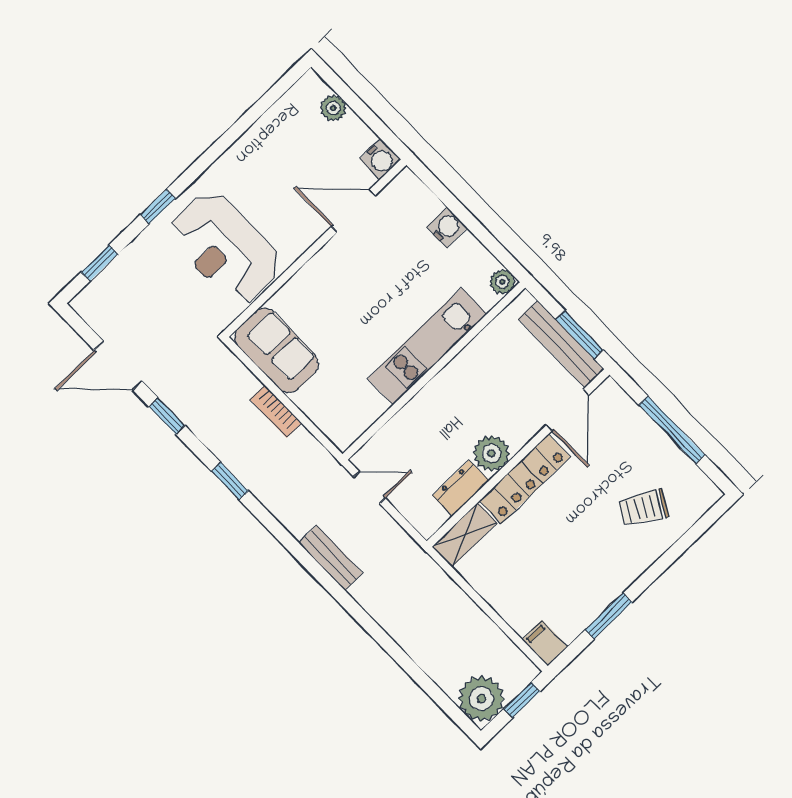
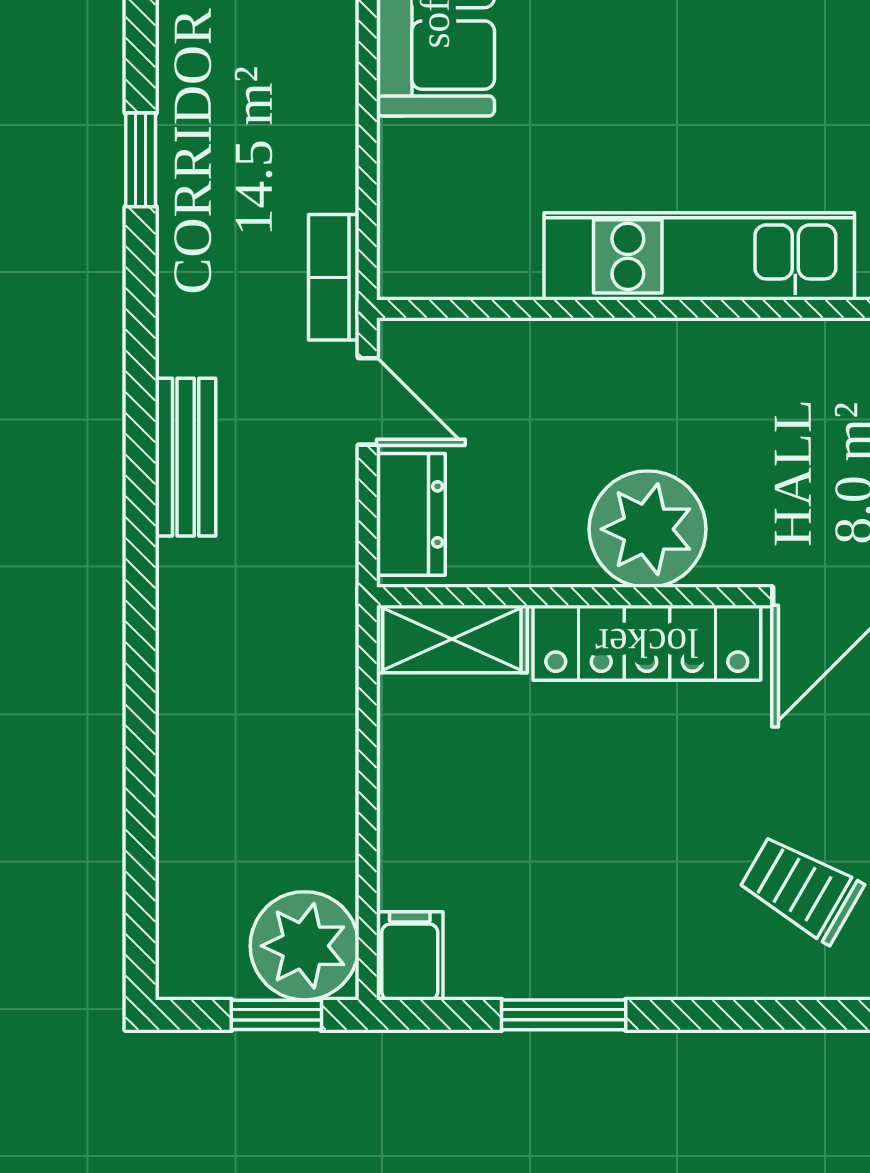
bookcase: (276, 411) -> (334, 277), moved
plant: (492, 453) -> (648, 529), width x1.36, depth x1.36
dresser: (461, 488) -> (411, 514), moved, turned 90
plant: (481, 699) -> (305, 946), moved

